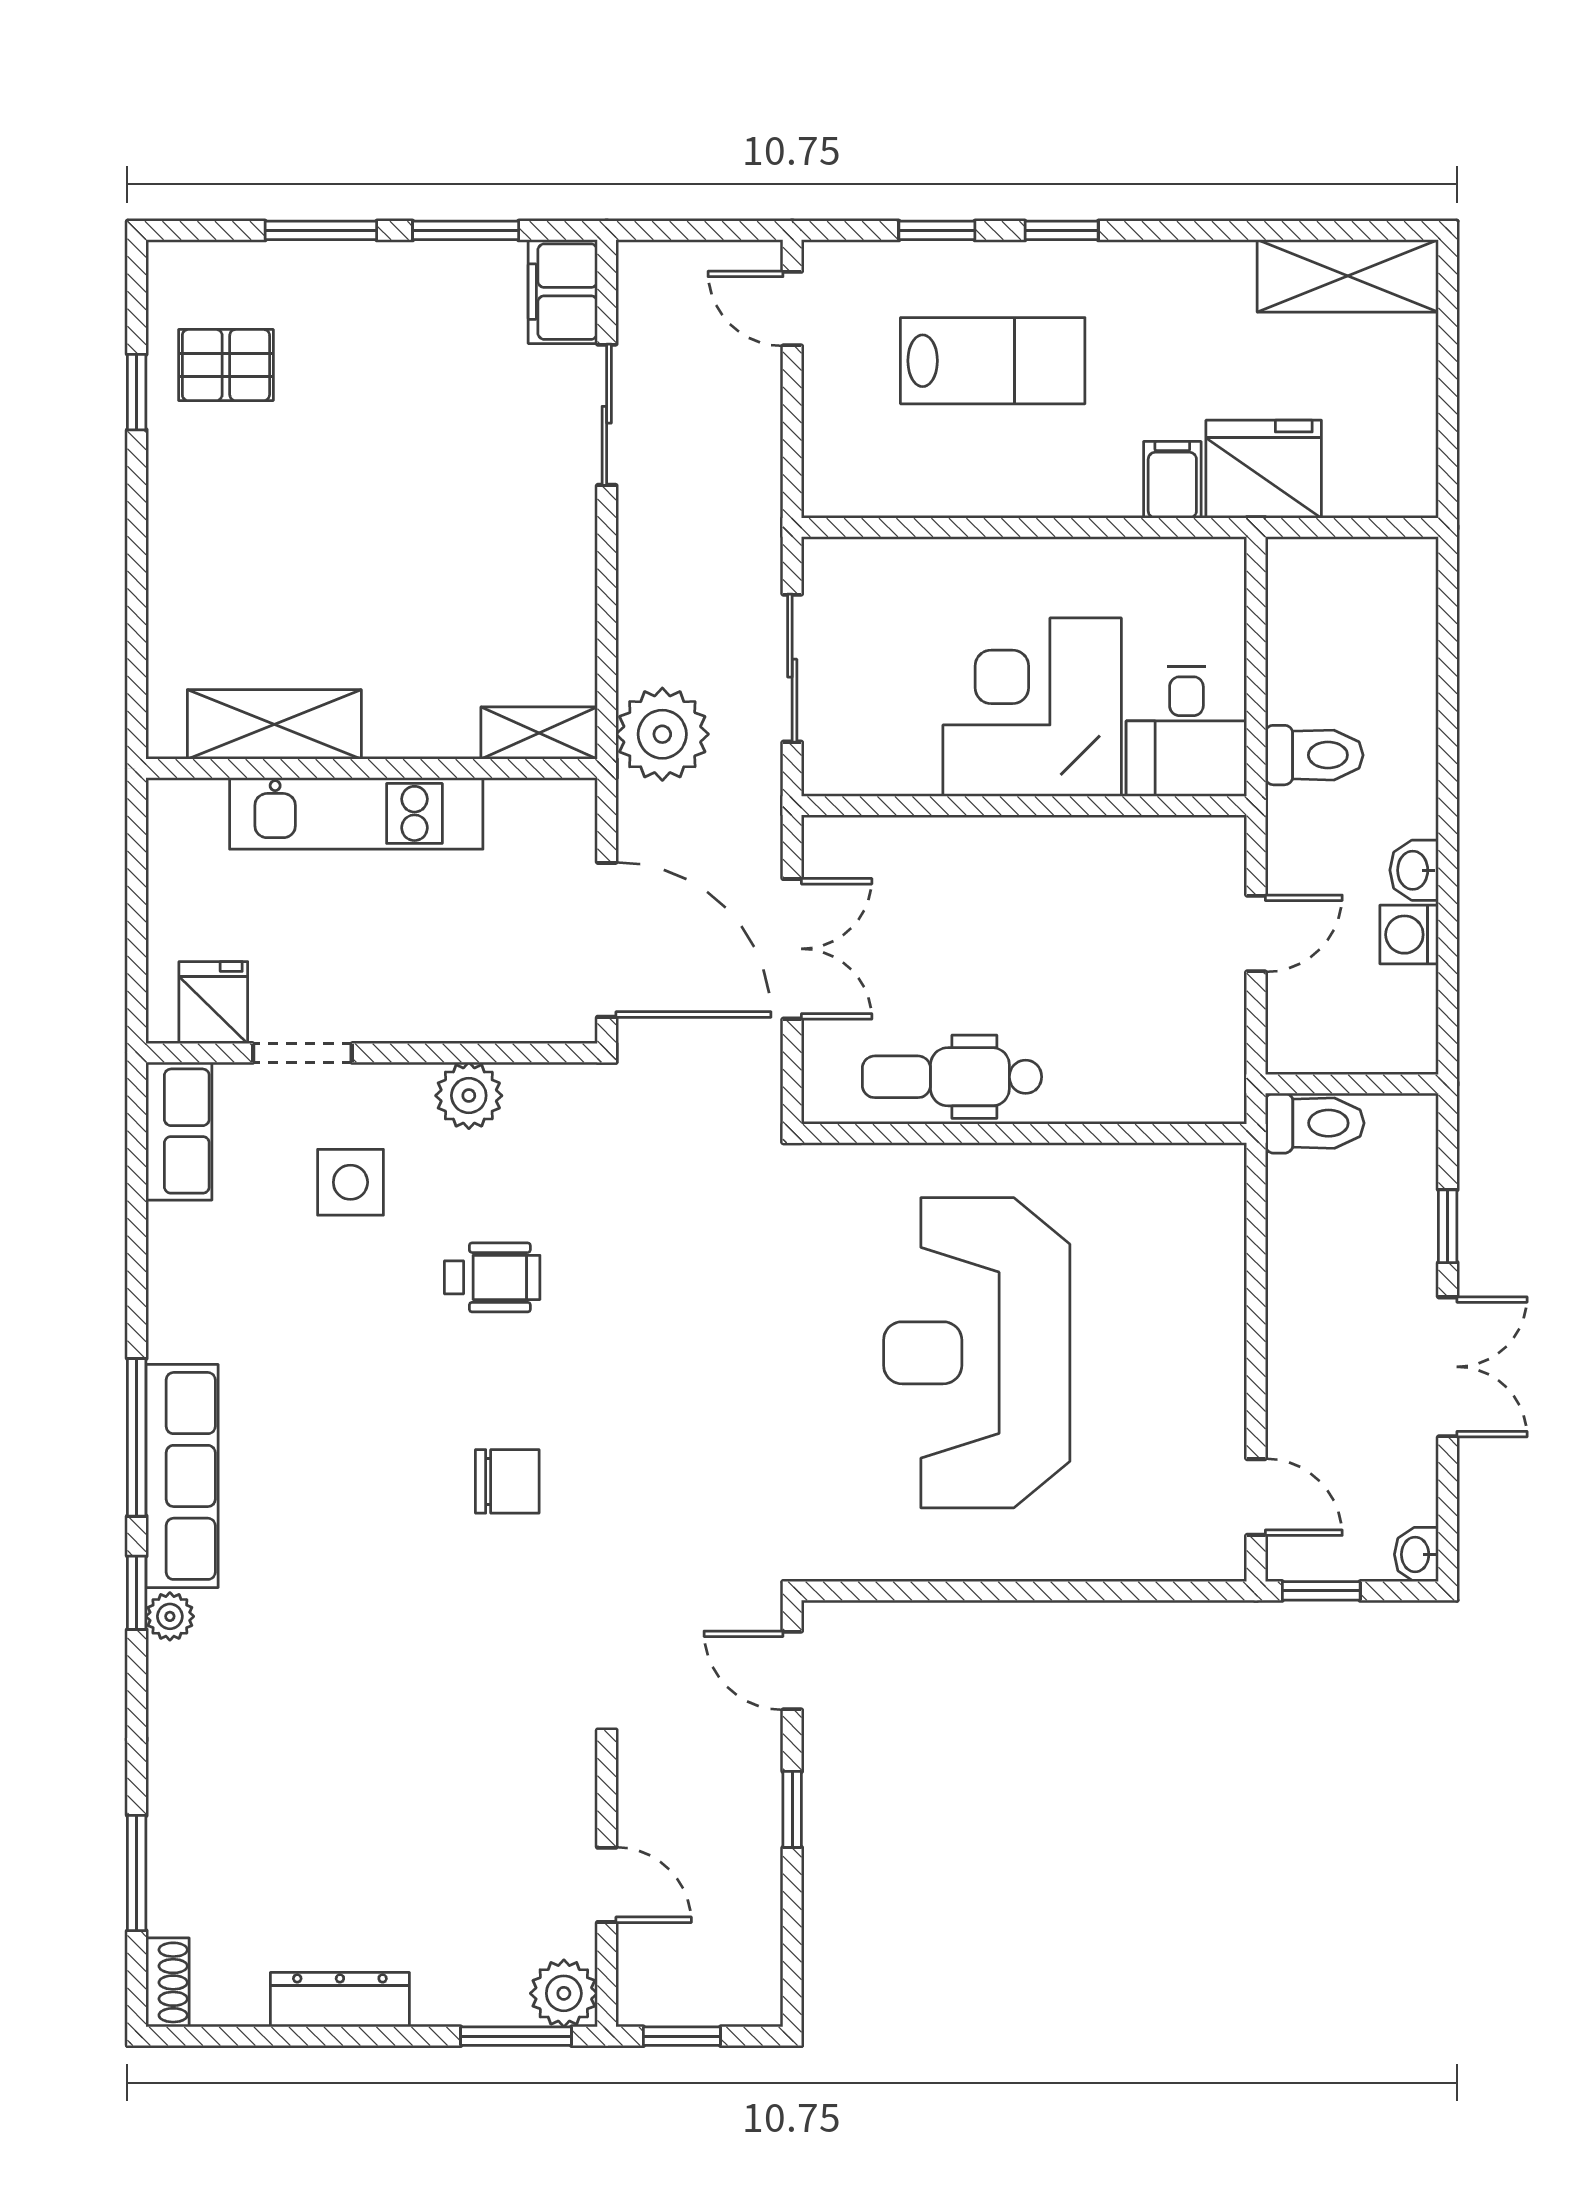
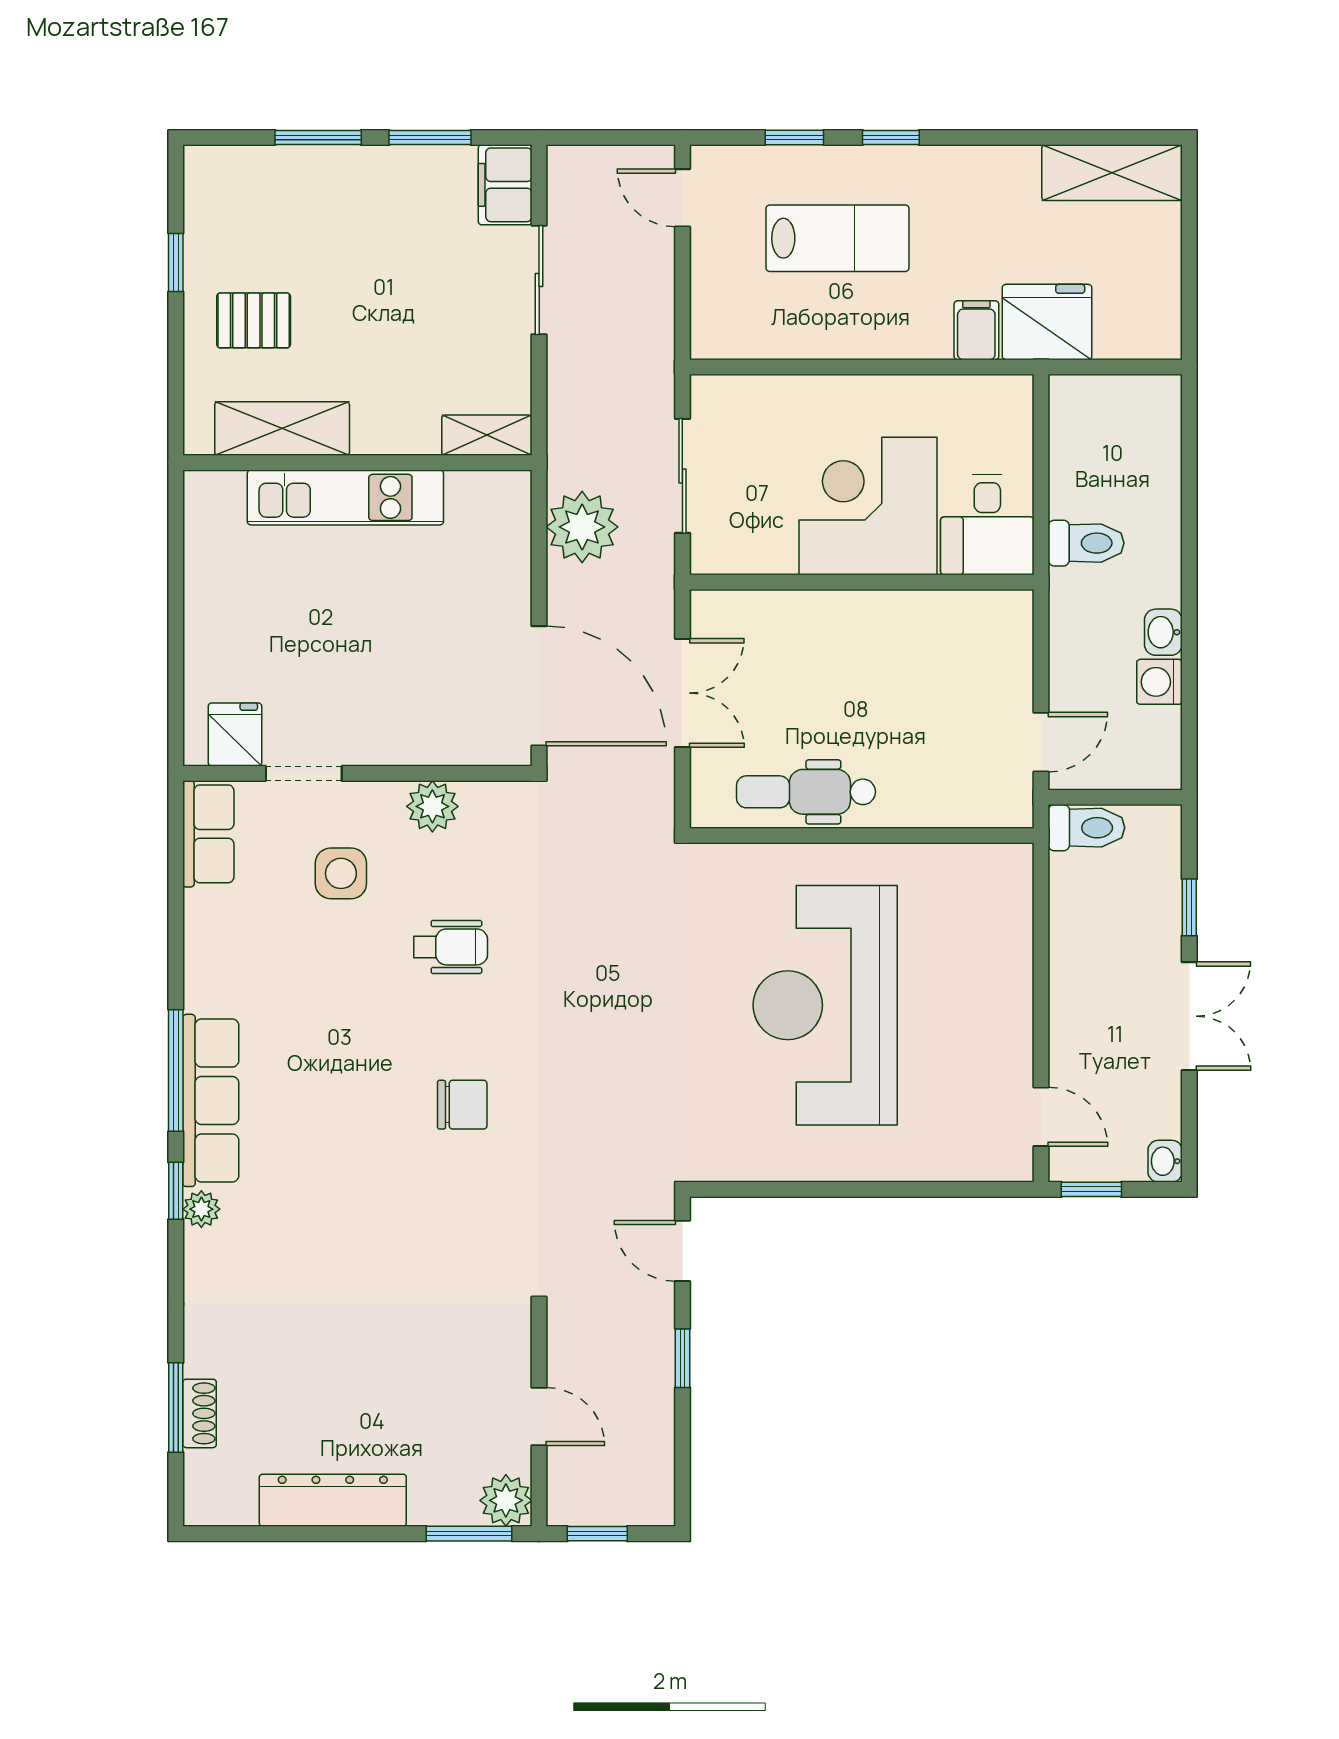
pallet: (226, 365) -> (254, 320), moved
shelving: (274, 724) -> (282, 429), moved
shelving: (539, 733) -> (487, 435), moved
wall: (372, 768) -> (357, 463), moved
kitchen unit: (356, 813) -> (345, 497), moved
door: (1256, 934) -> (1041, 742), moved
shoe rack: (168, 1982) -> (200, 1413), moved
dresser: (340, 2000) -> (333, 1500), width x1.37, depth x1.24

